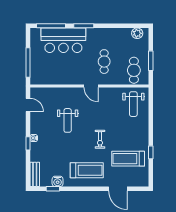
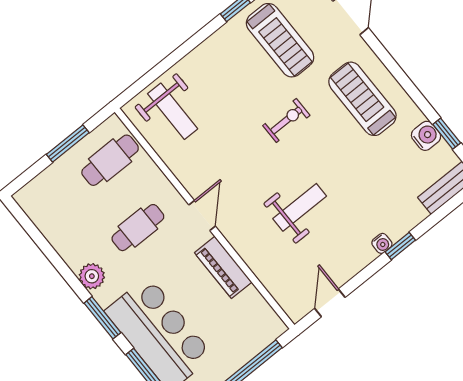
plant: (137, 33) -> (92, 276), moved
piano: (68, 79) -> (223, 267), added
weight bench: (133, 104) -> (173, 111), turned 90

